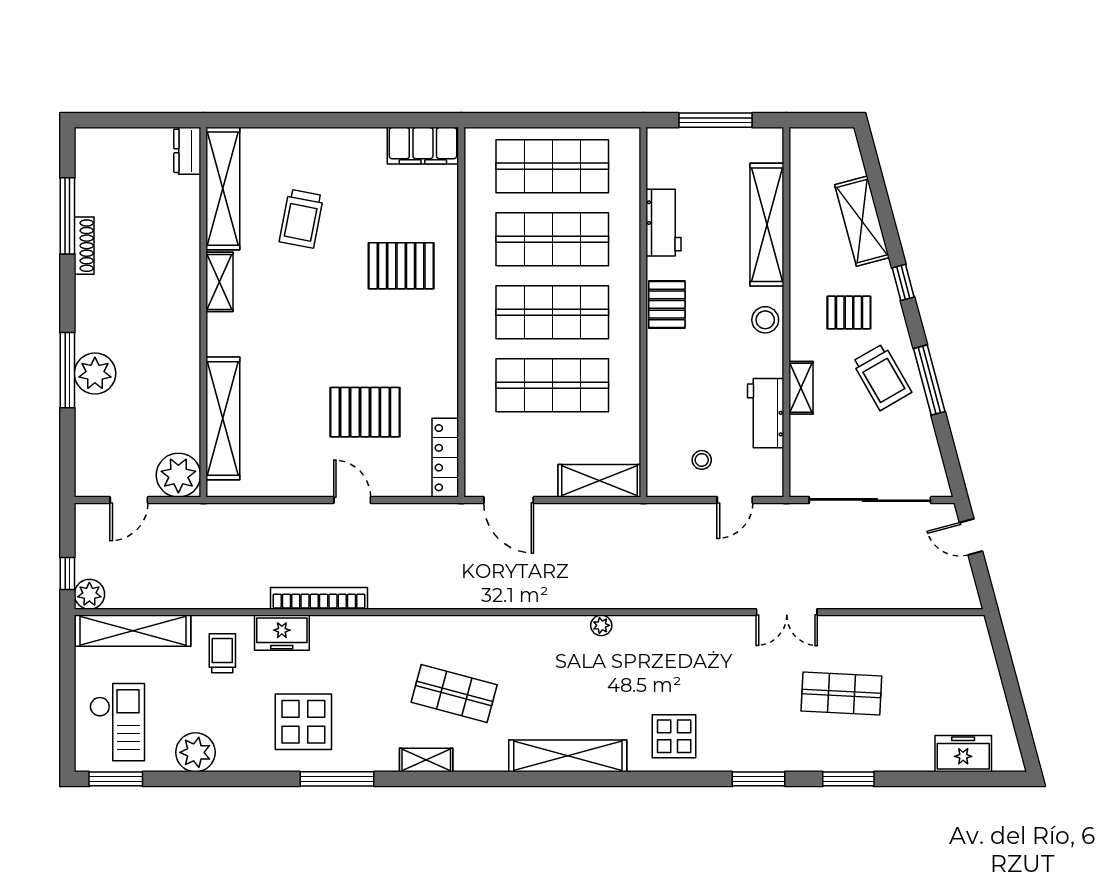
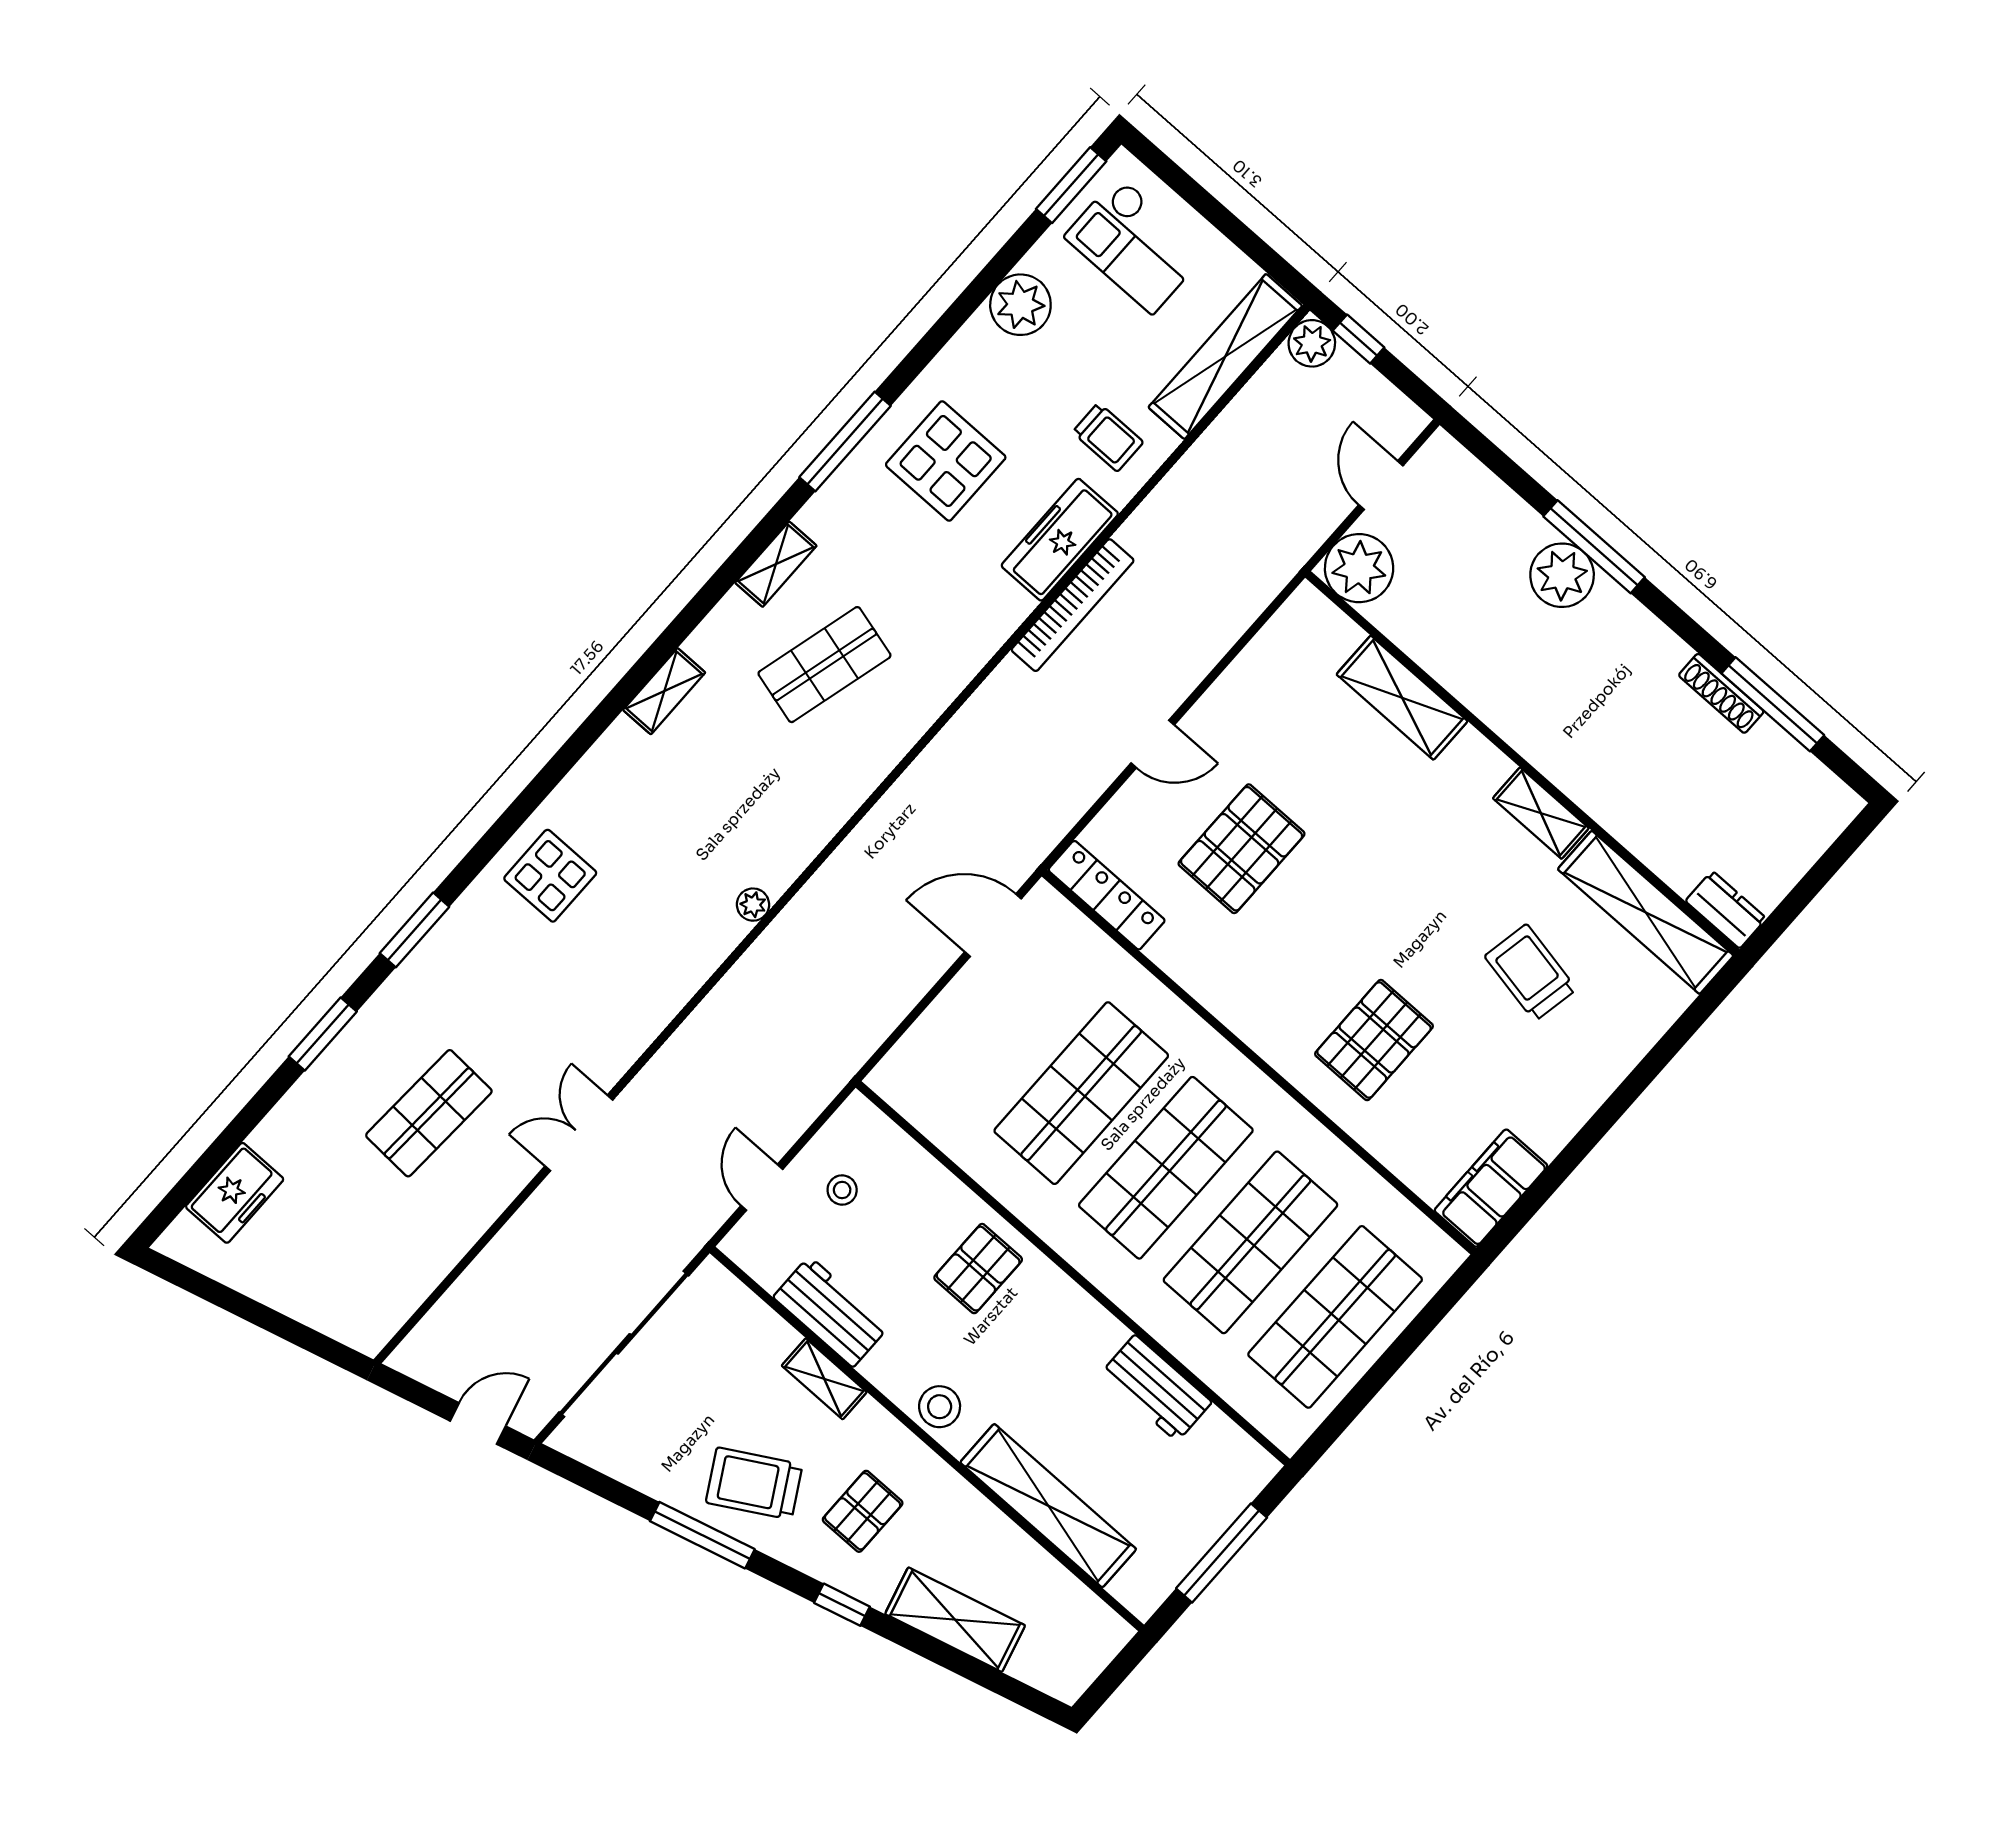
pallet: (667, 304) -> (978, 1269), moved, turned 90
shelving: (223, 418) -> (1402, 698), width x0.68
shelving: (599, 481) -> (922, 1050), removed
freezer: (282, 633) -> (1060, 540), width x1.40
shelving: (568, 756) -> (664, 691), width x0.45, depth x0.75

